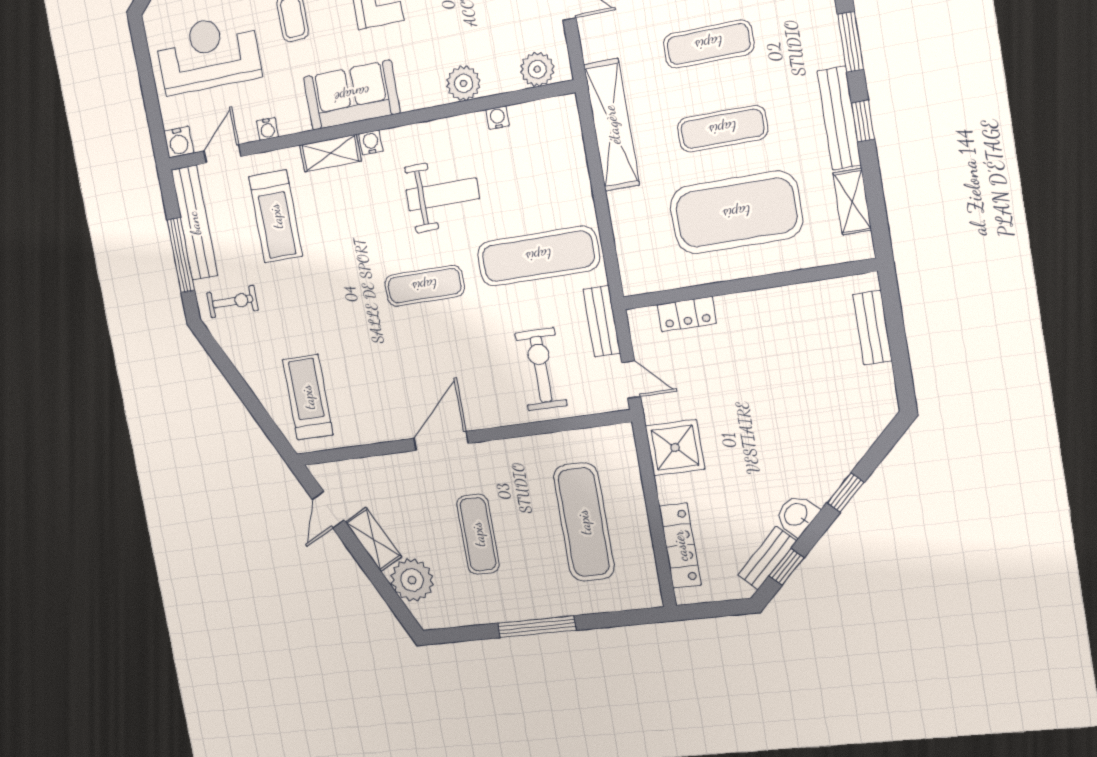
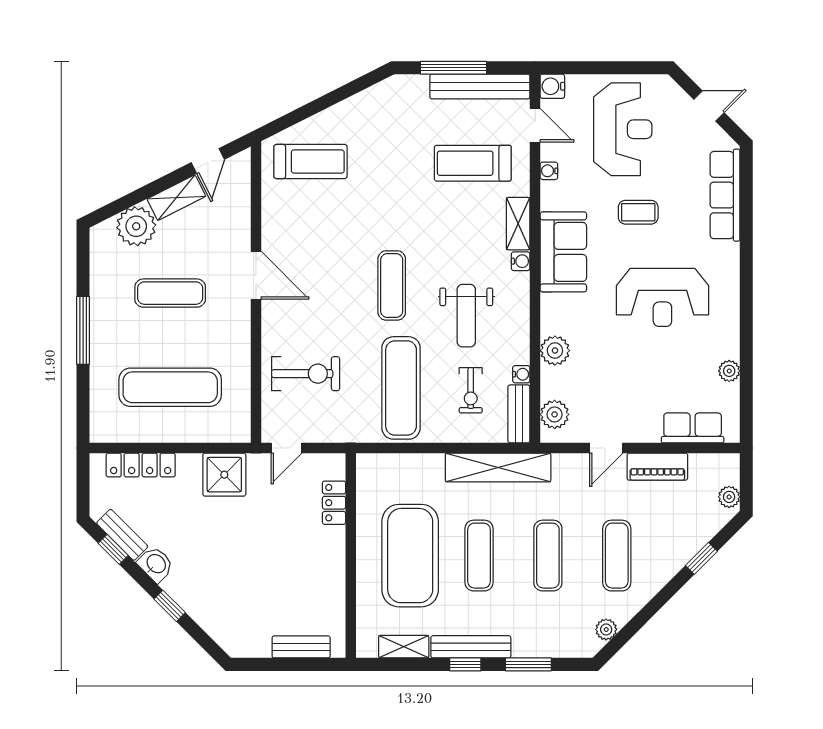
exercise bike: (233, 302) -> (471, 390), moved
bench: (602, 321) -> (519, 414), moved, turned 90
door: (328, 510) -> (208, 161), swing flipped

